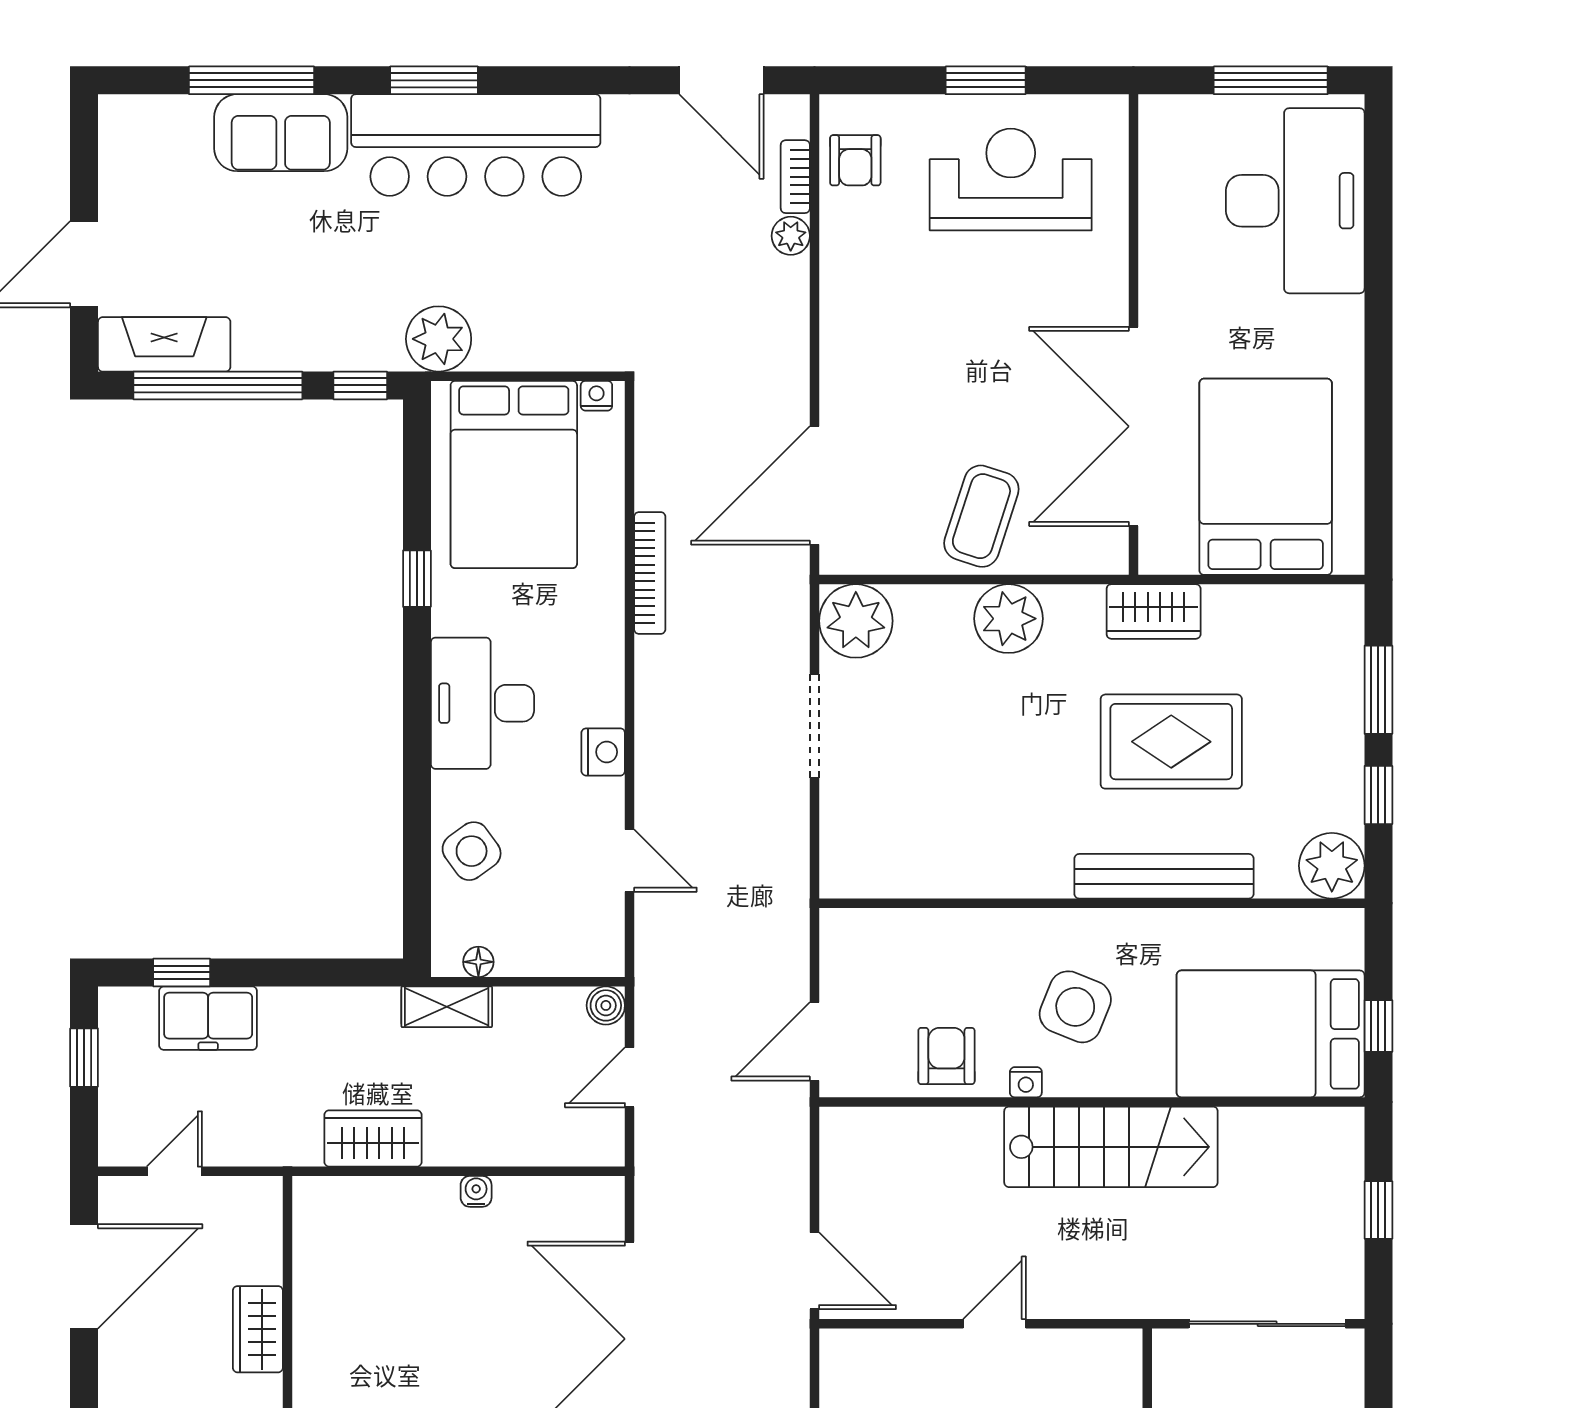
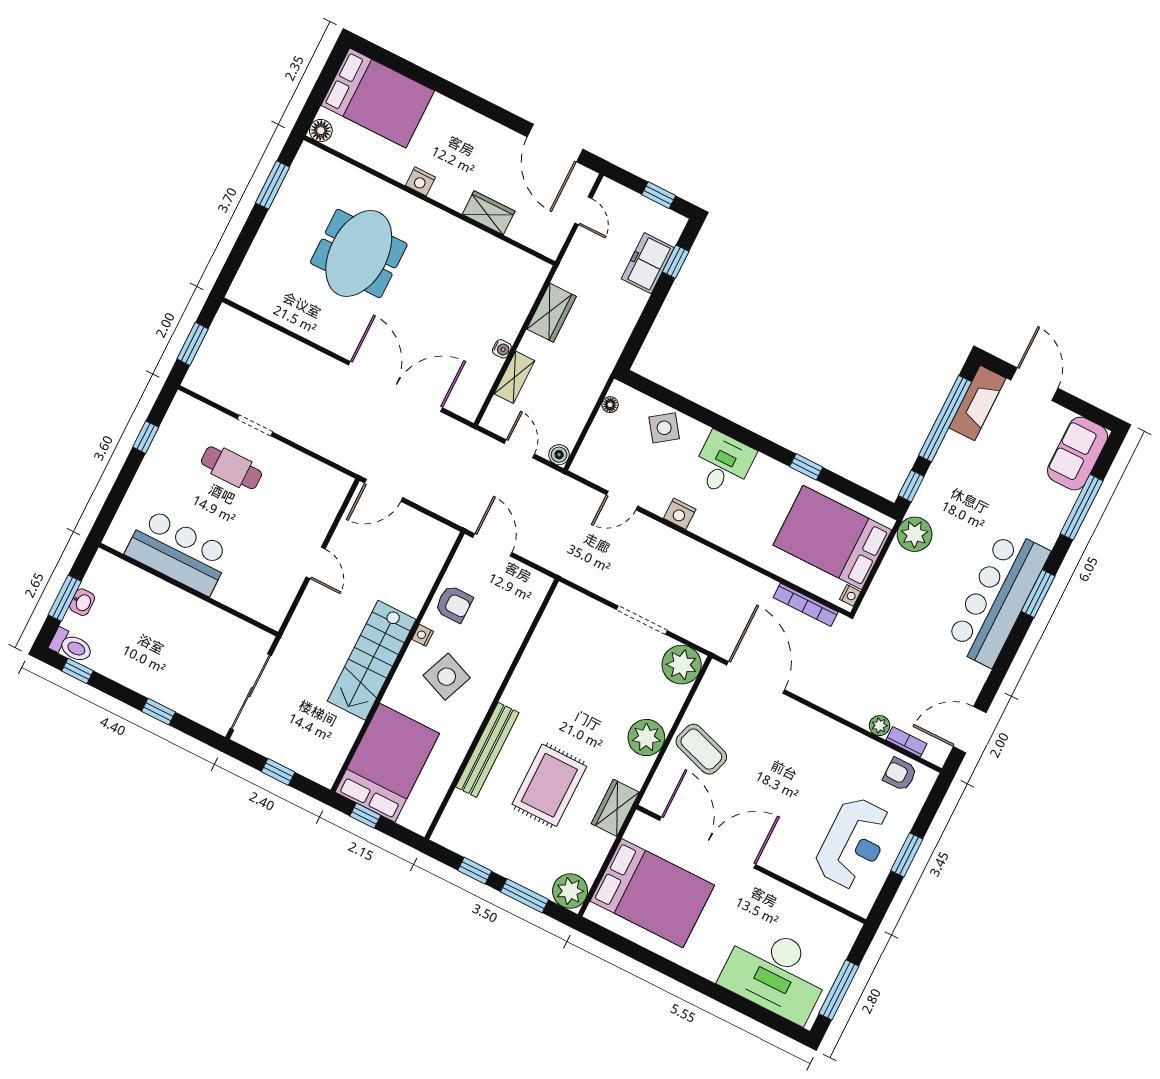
sofa: (281, 133) -> (1078, 454), moved
bookcase: (650, 573) -> (806, 605), moved
desk: (482, 703) -> (723, 464), width x0.73
plant: (1332, 866) -> (570, 891), moved
shelving: (447, 1007) -> (514, 377), moved

